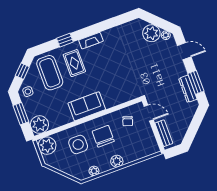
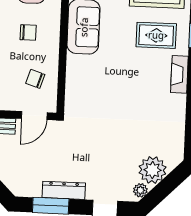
dresser: (188, 89) -> (64, 190), moved
chair: (103, 136) -> (28, 33), width x0.54, depth x0.54

